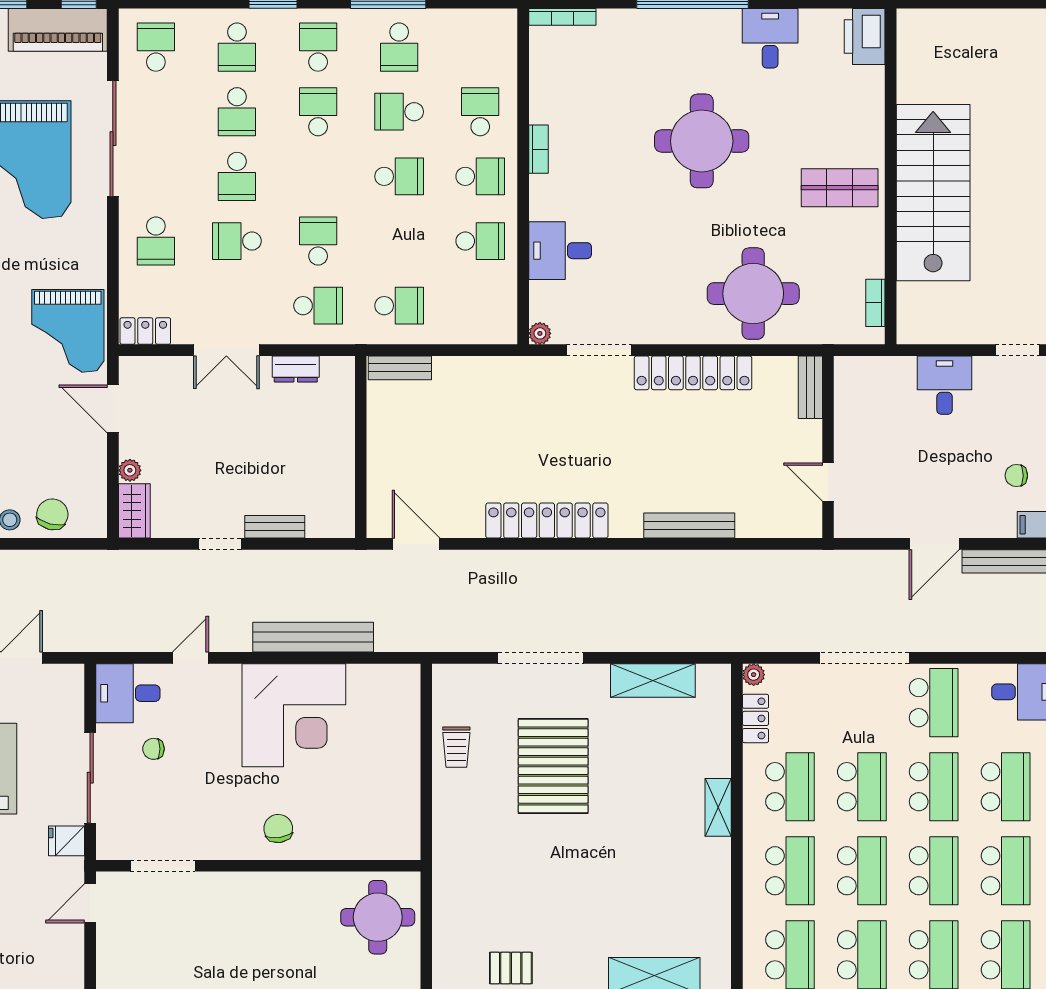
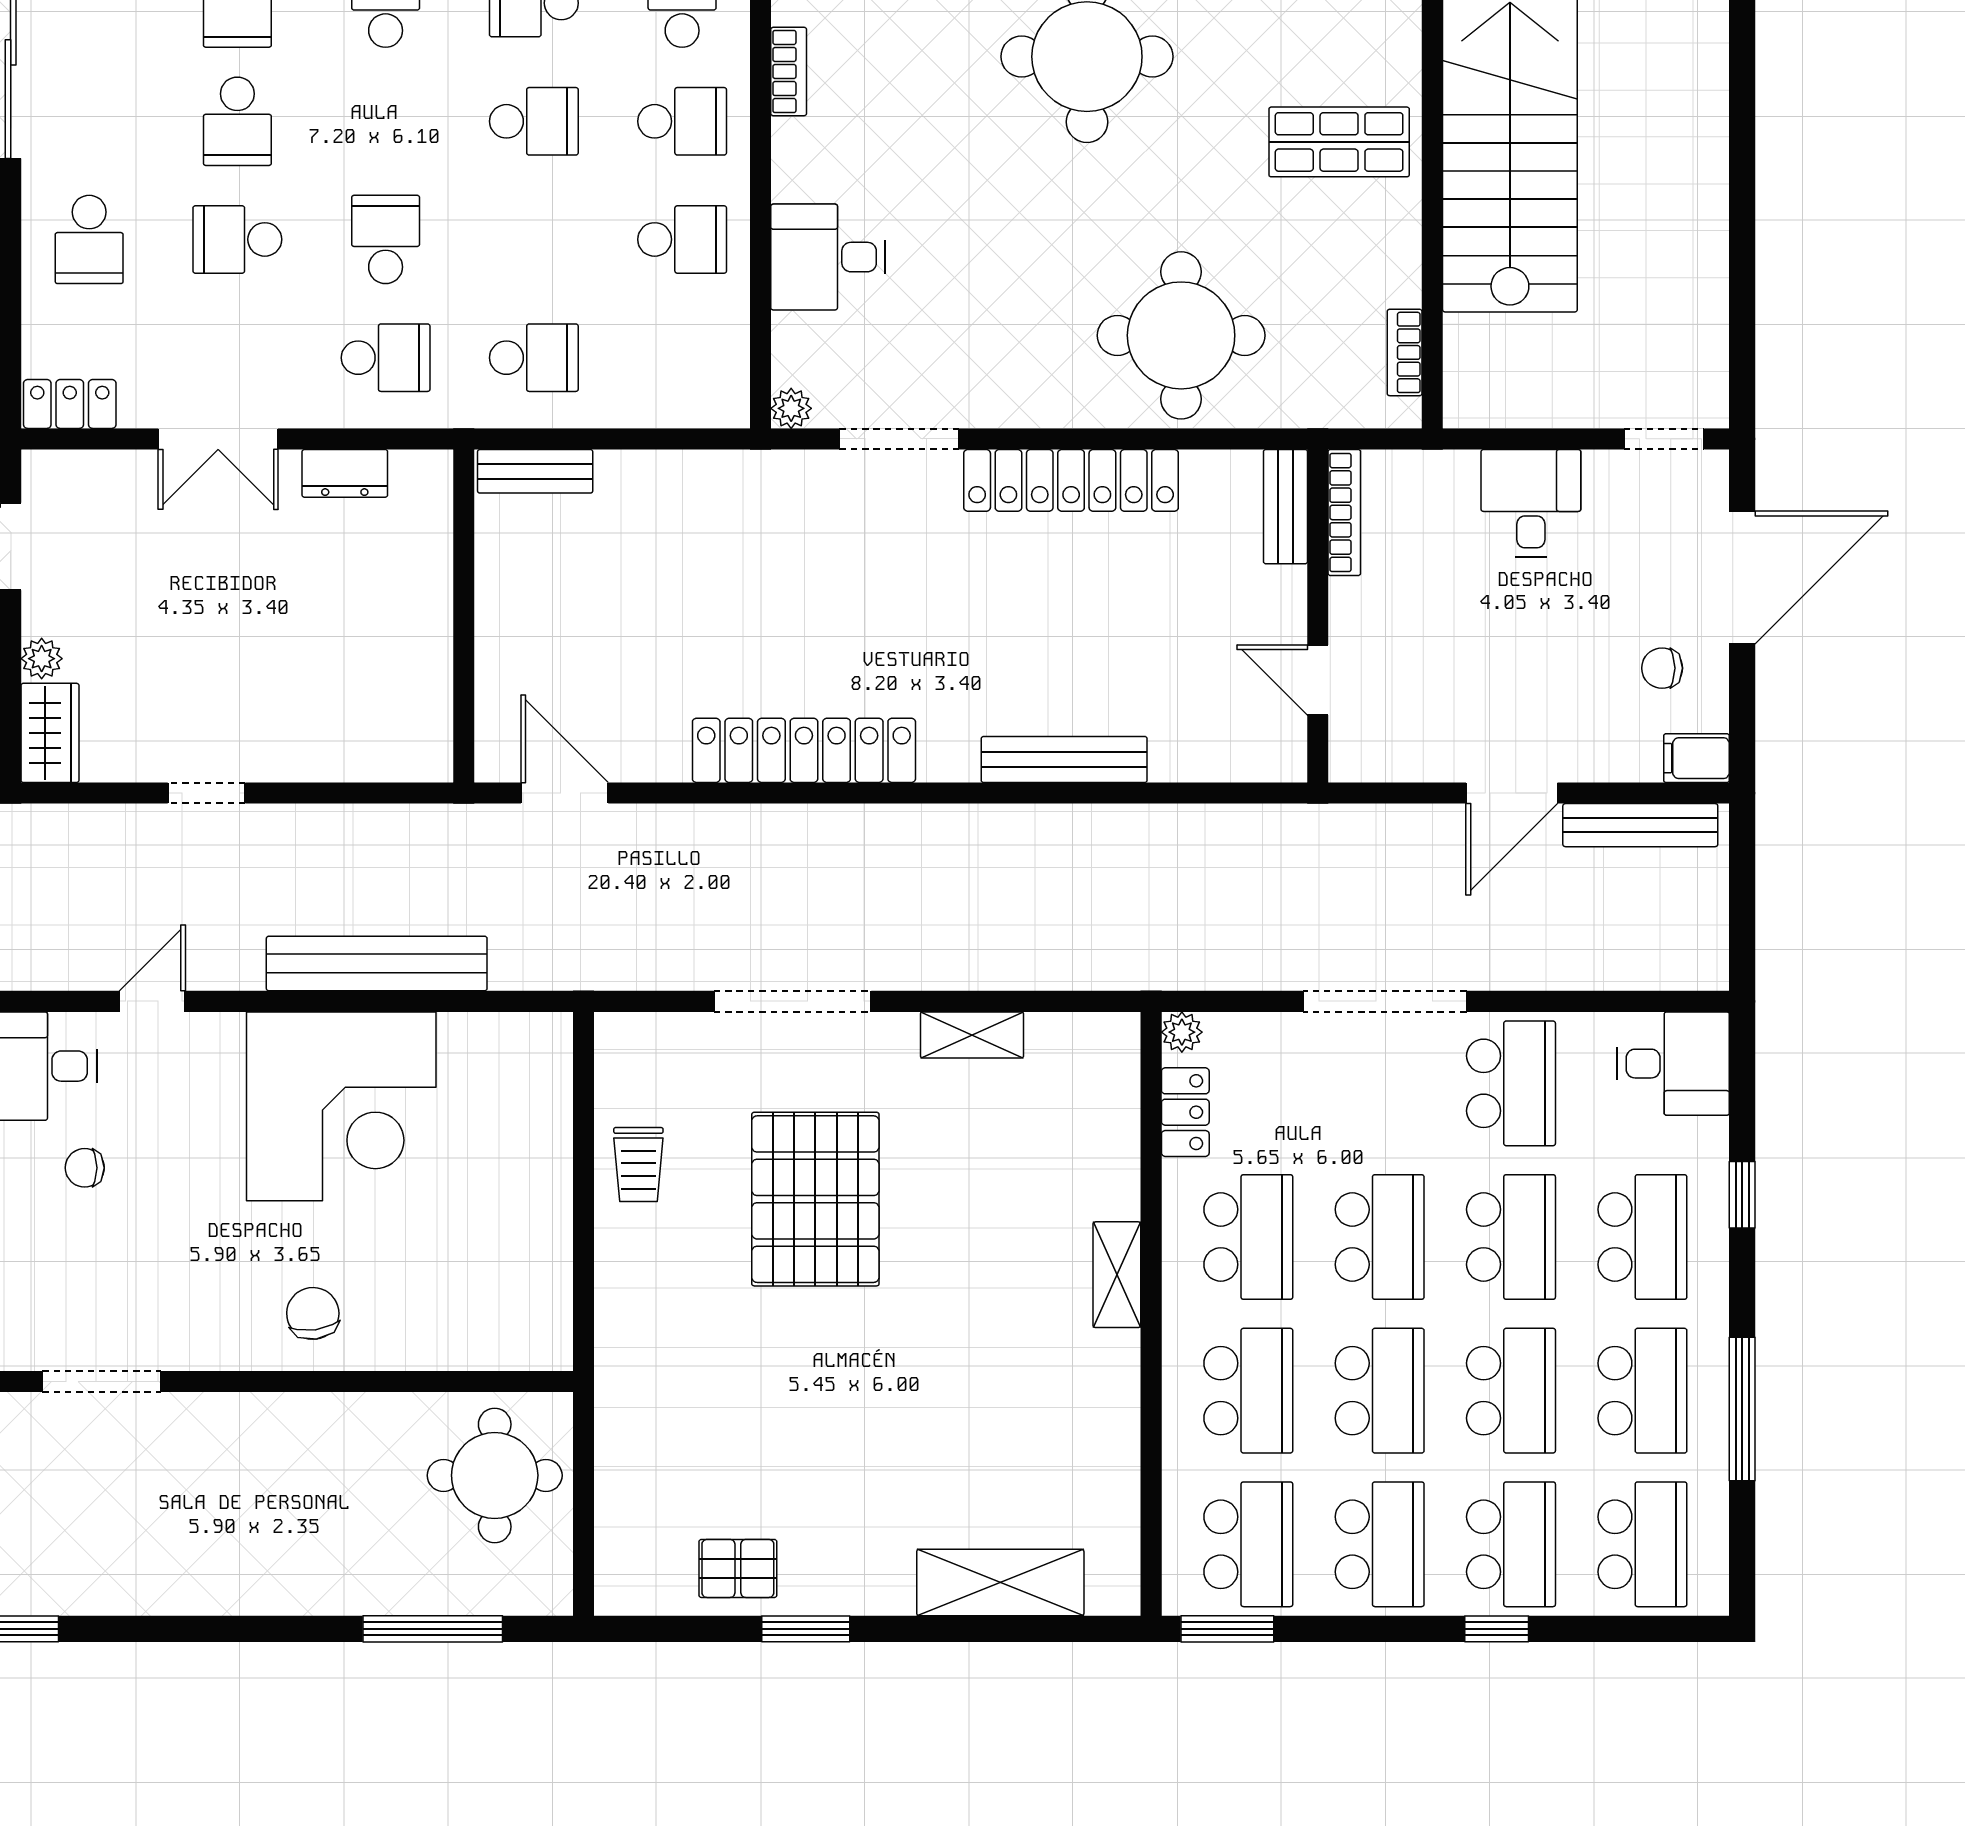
bookcase: (843, 390) -> (1344, 512), added
bench: (275, 527) -> (306, 762), removed
shelving: (653, 680) -> (972, 1035), width x0.67, depth x0.75

